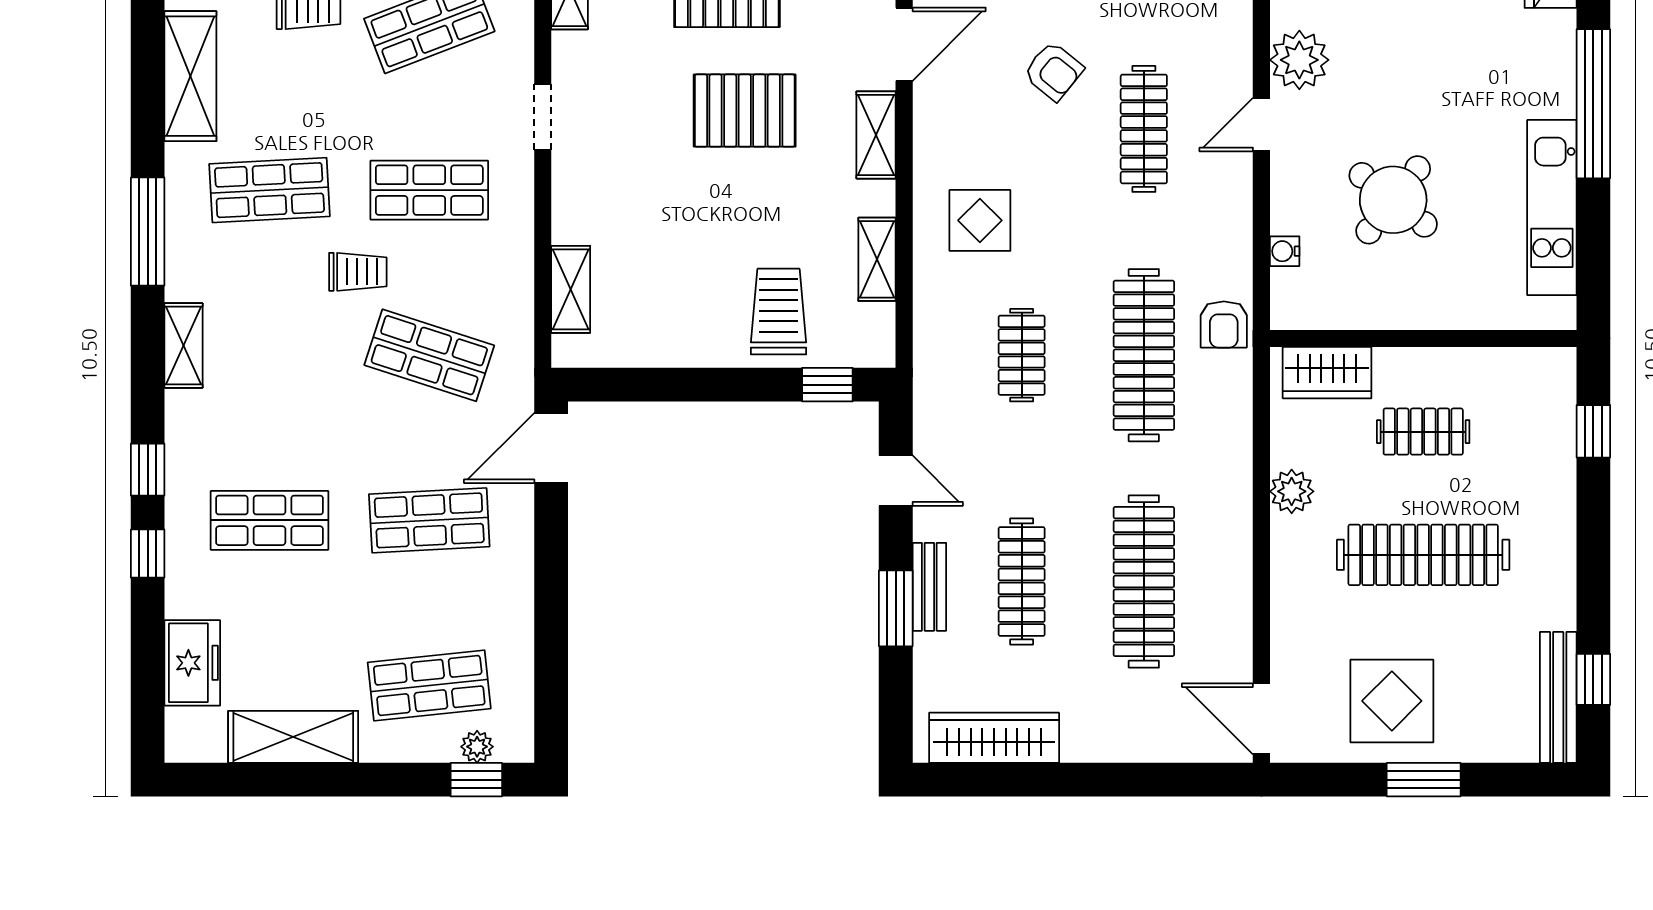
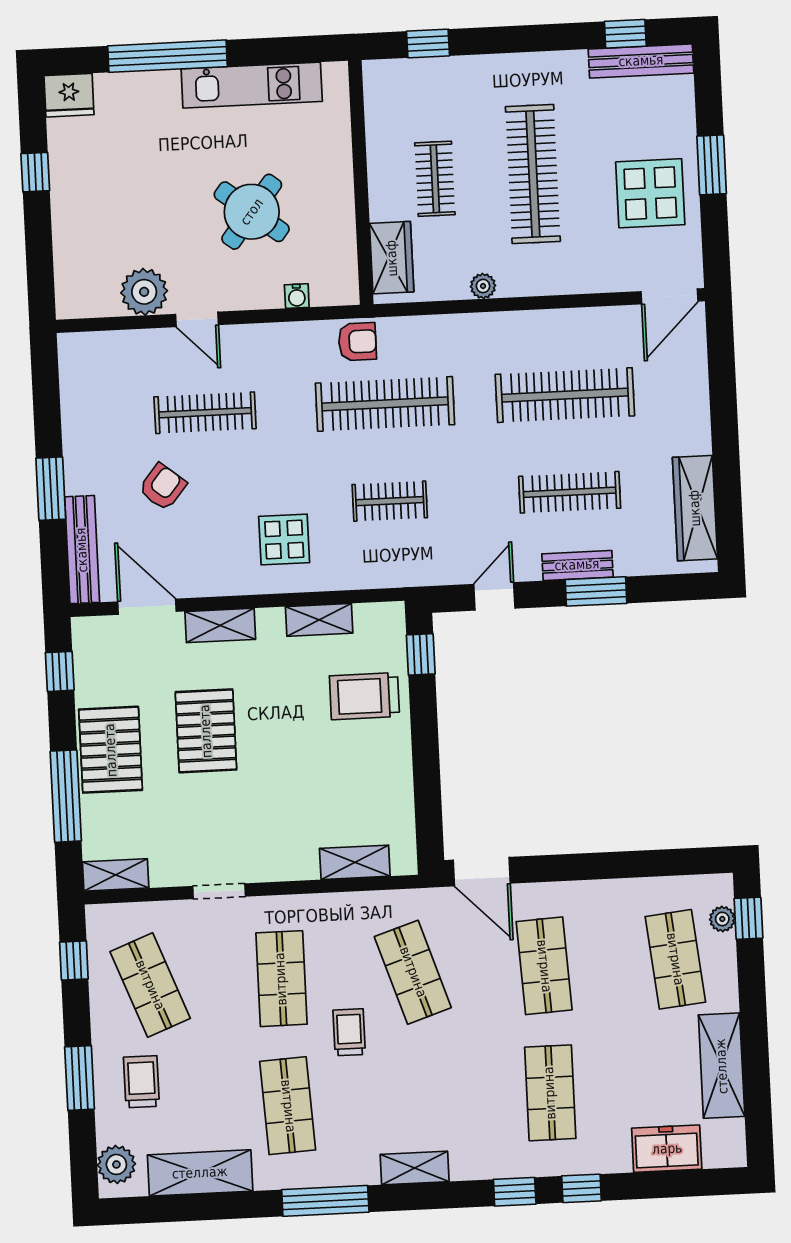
shop shelf: (429, 355) -> (413, 972), turned -36
plant: (1292, 491) -> (483, 286), width x0.73, depth x0.73

